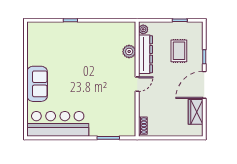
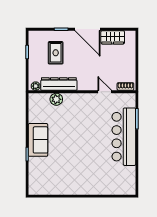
rug: (179, 51) -> (56, 53), turned 90
sofa: (37, 84) -> (38, 140), moved, turned 90
door: (137, 84) -> (105, 92), moved
bar counter: (58, 124) -> (124, 137), moved

